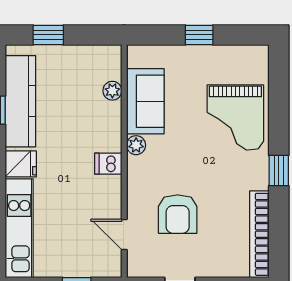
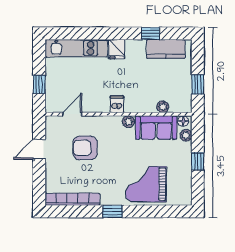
window: (48, 35) -> (198, 85), moved
plant: (158, 54) -> (186, 135), added
floor lamp: (135, 58) -> (183, 121), added
kitchen counter: (20, 101) -> (166, 49), width x0.67

